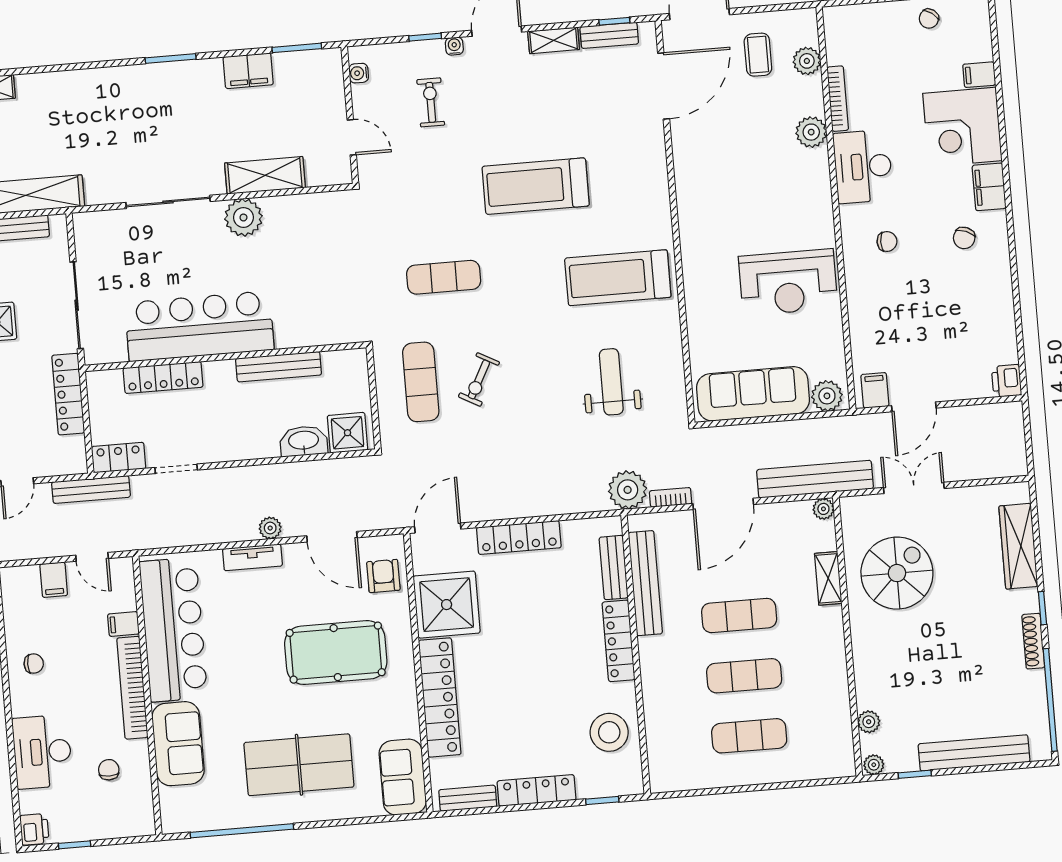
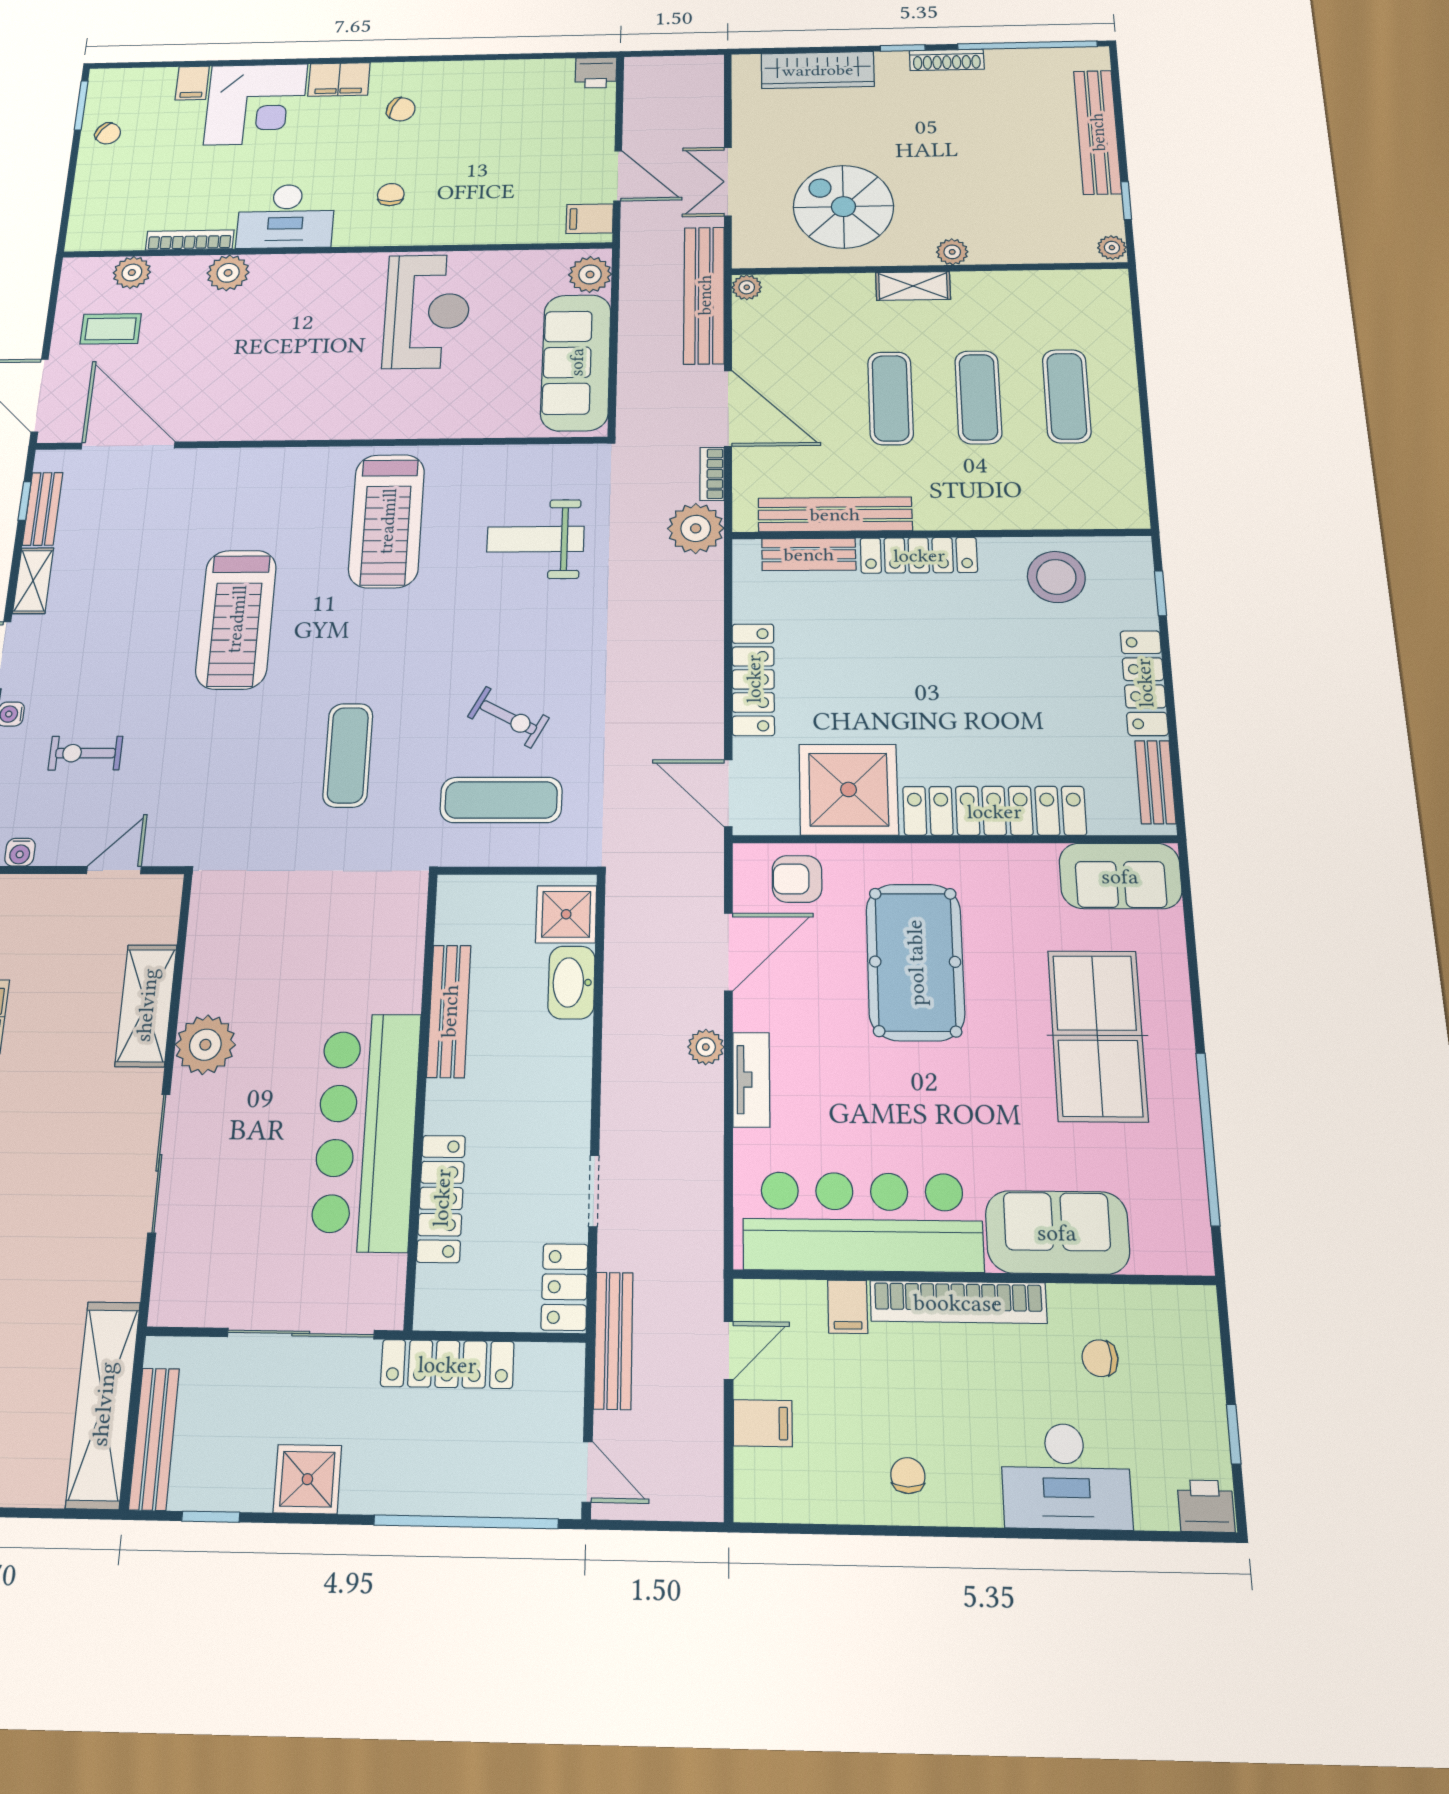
shelving: (828, 578) -> (913, 286), moved
plant: (869, 722) -> (952, 252), moved

